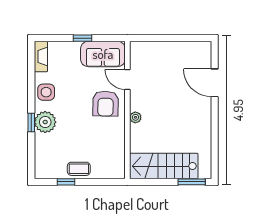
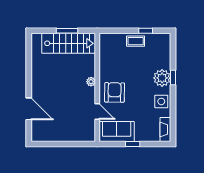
window: (192, 182) -> (67, 31), moved

